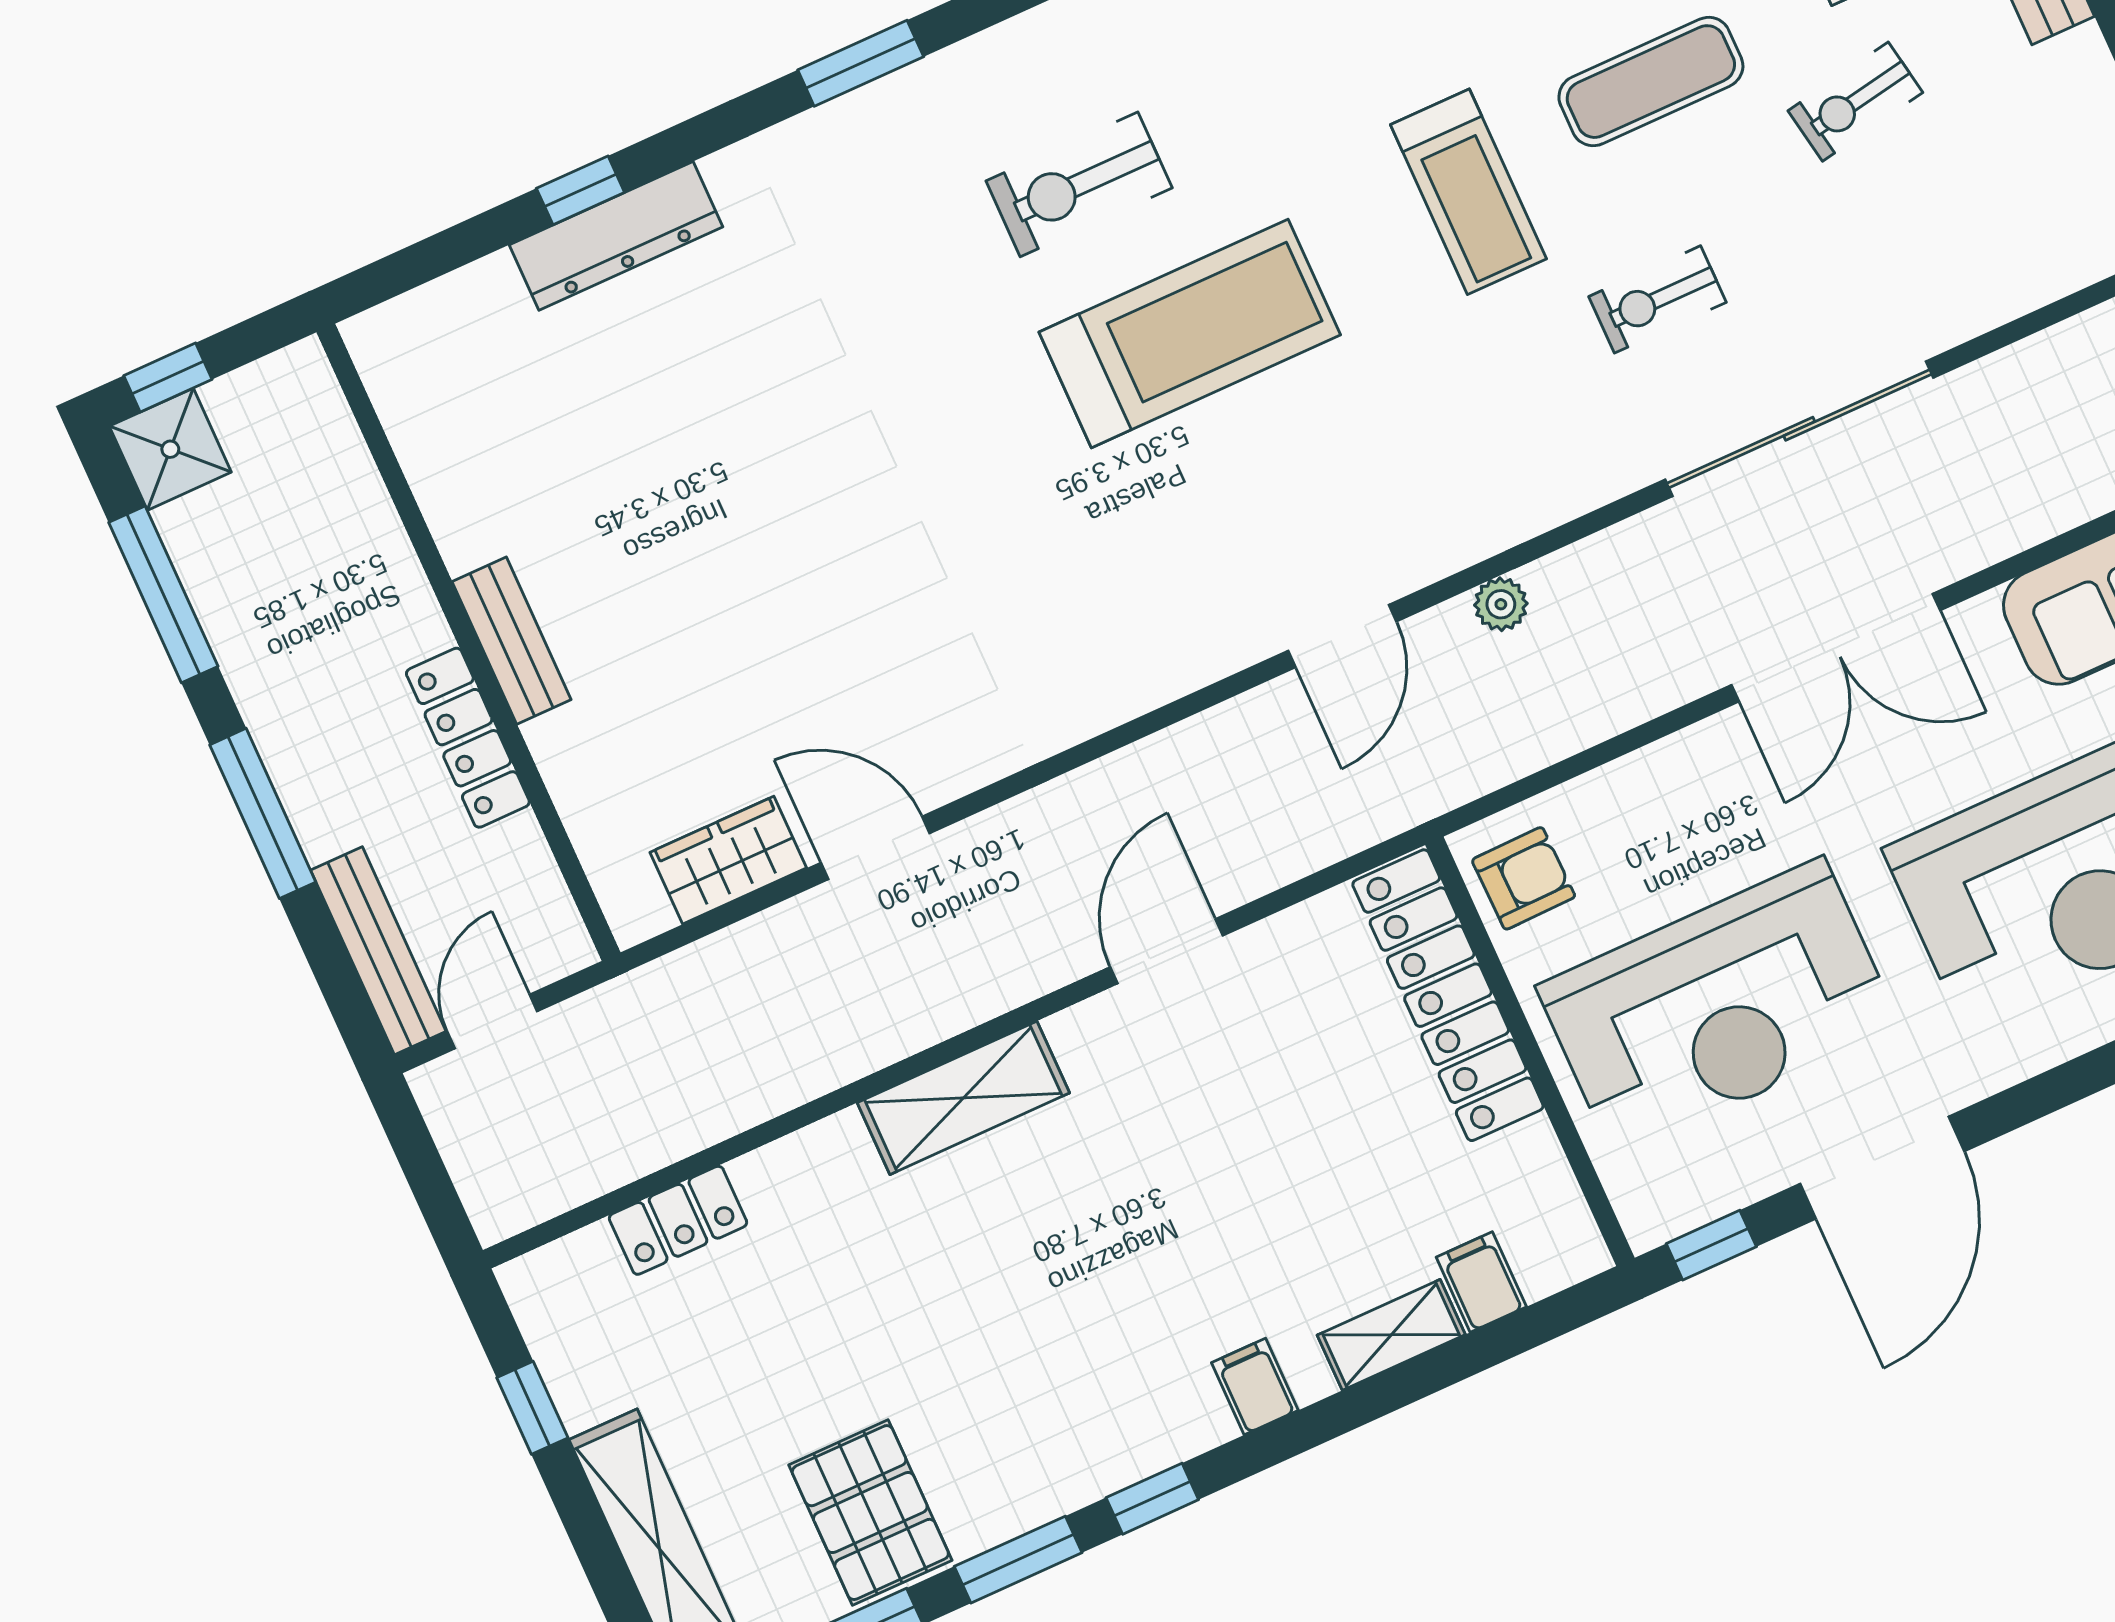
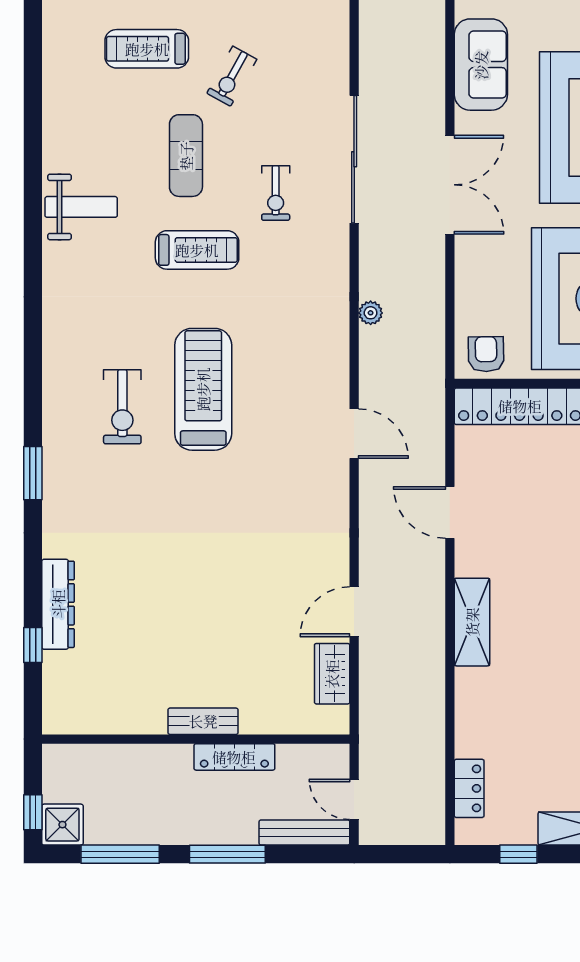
exercise bike: (1855, 102) -> (232, 76), turned 39
window: (580, 190) -> (33, 645), moved
door: (1342, 636) -> (354, 434), moved
locker: (678, 1220) -> (469, 788), moved

